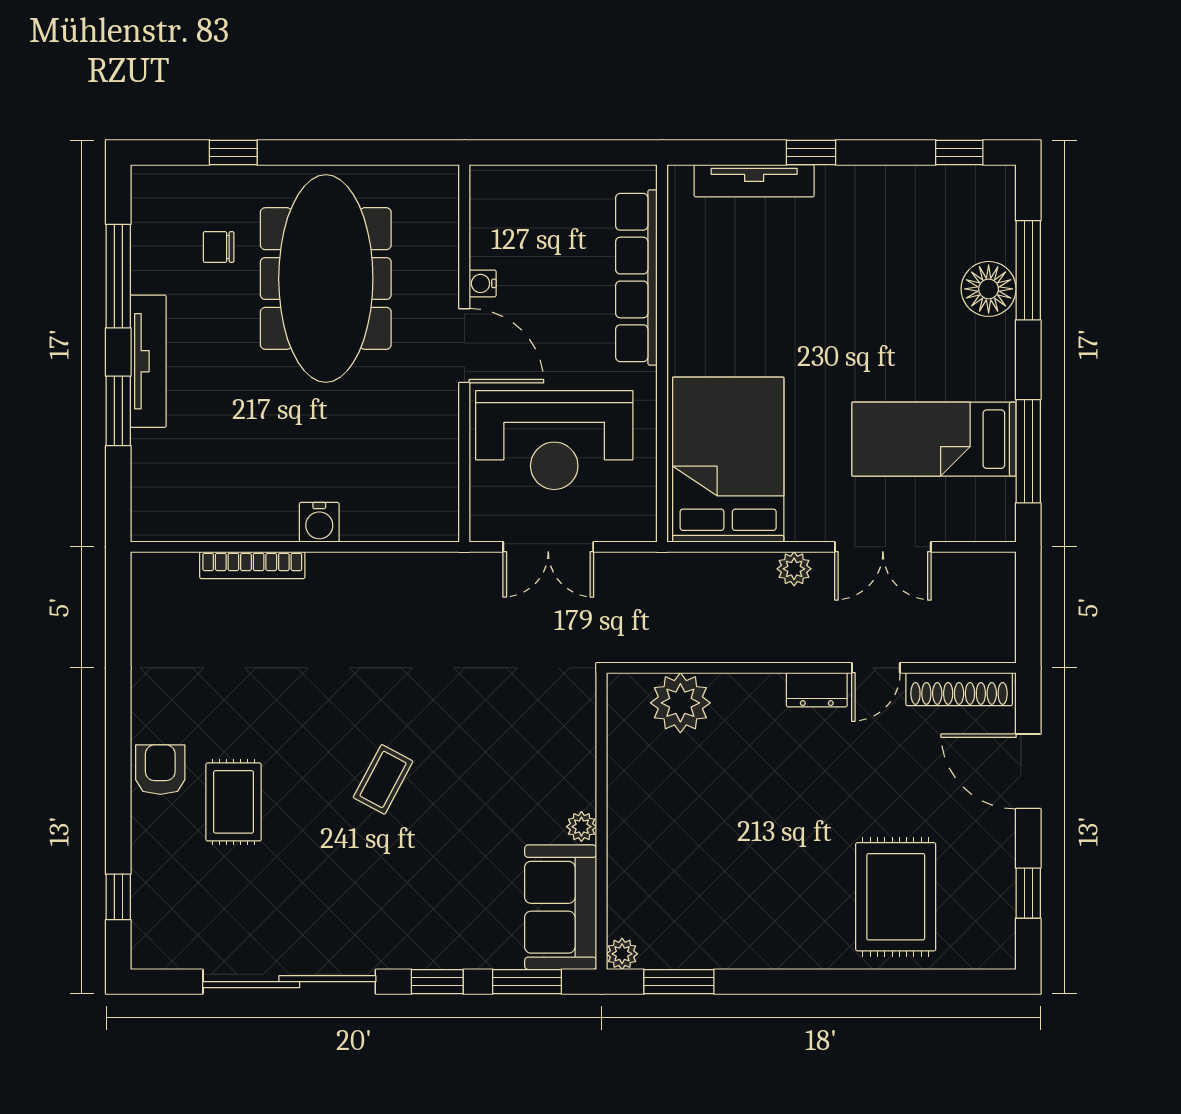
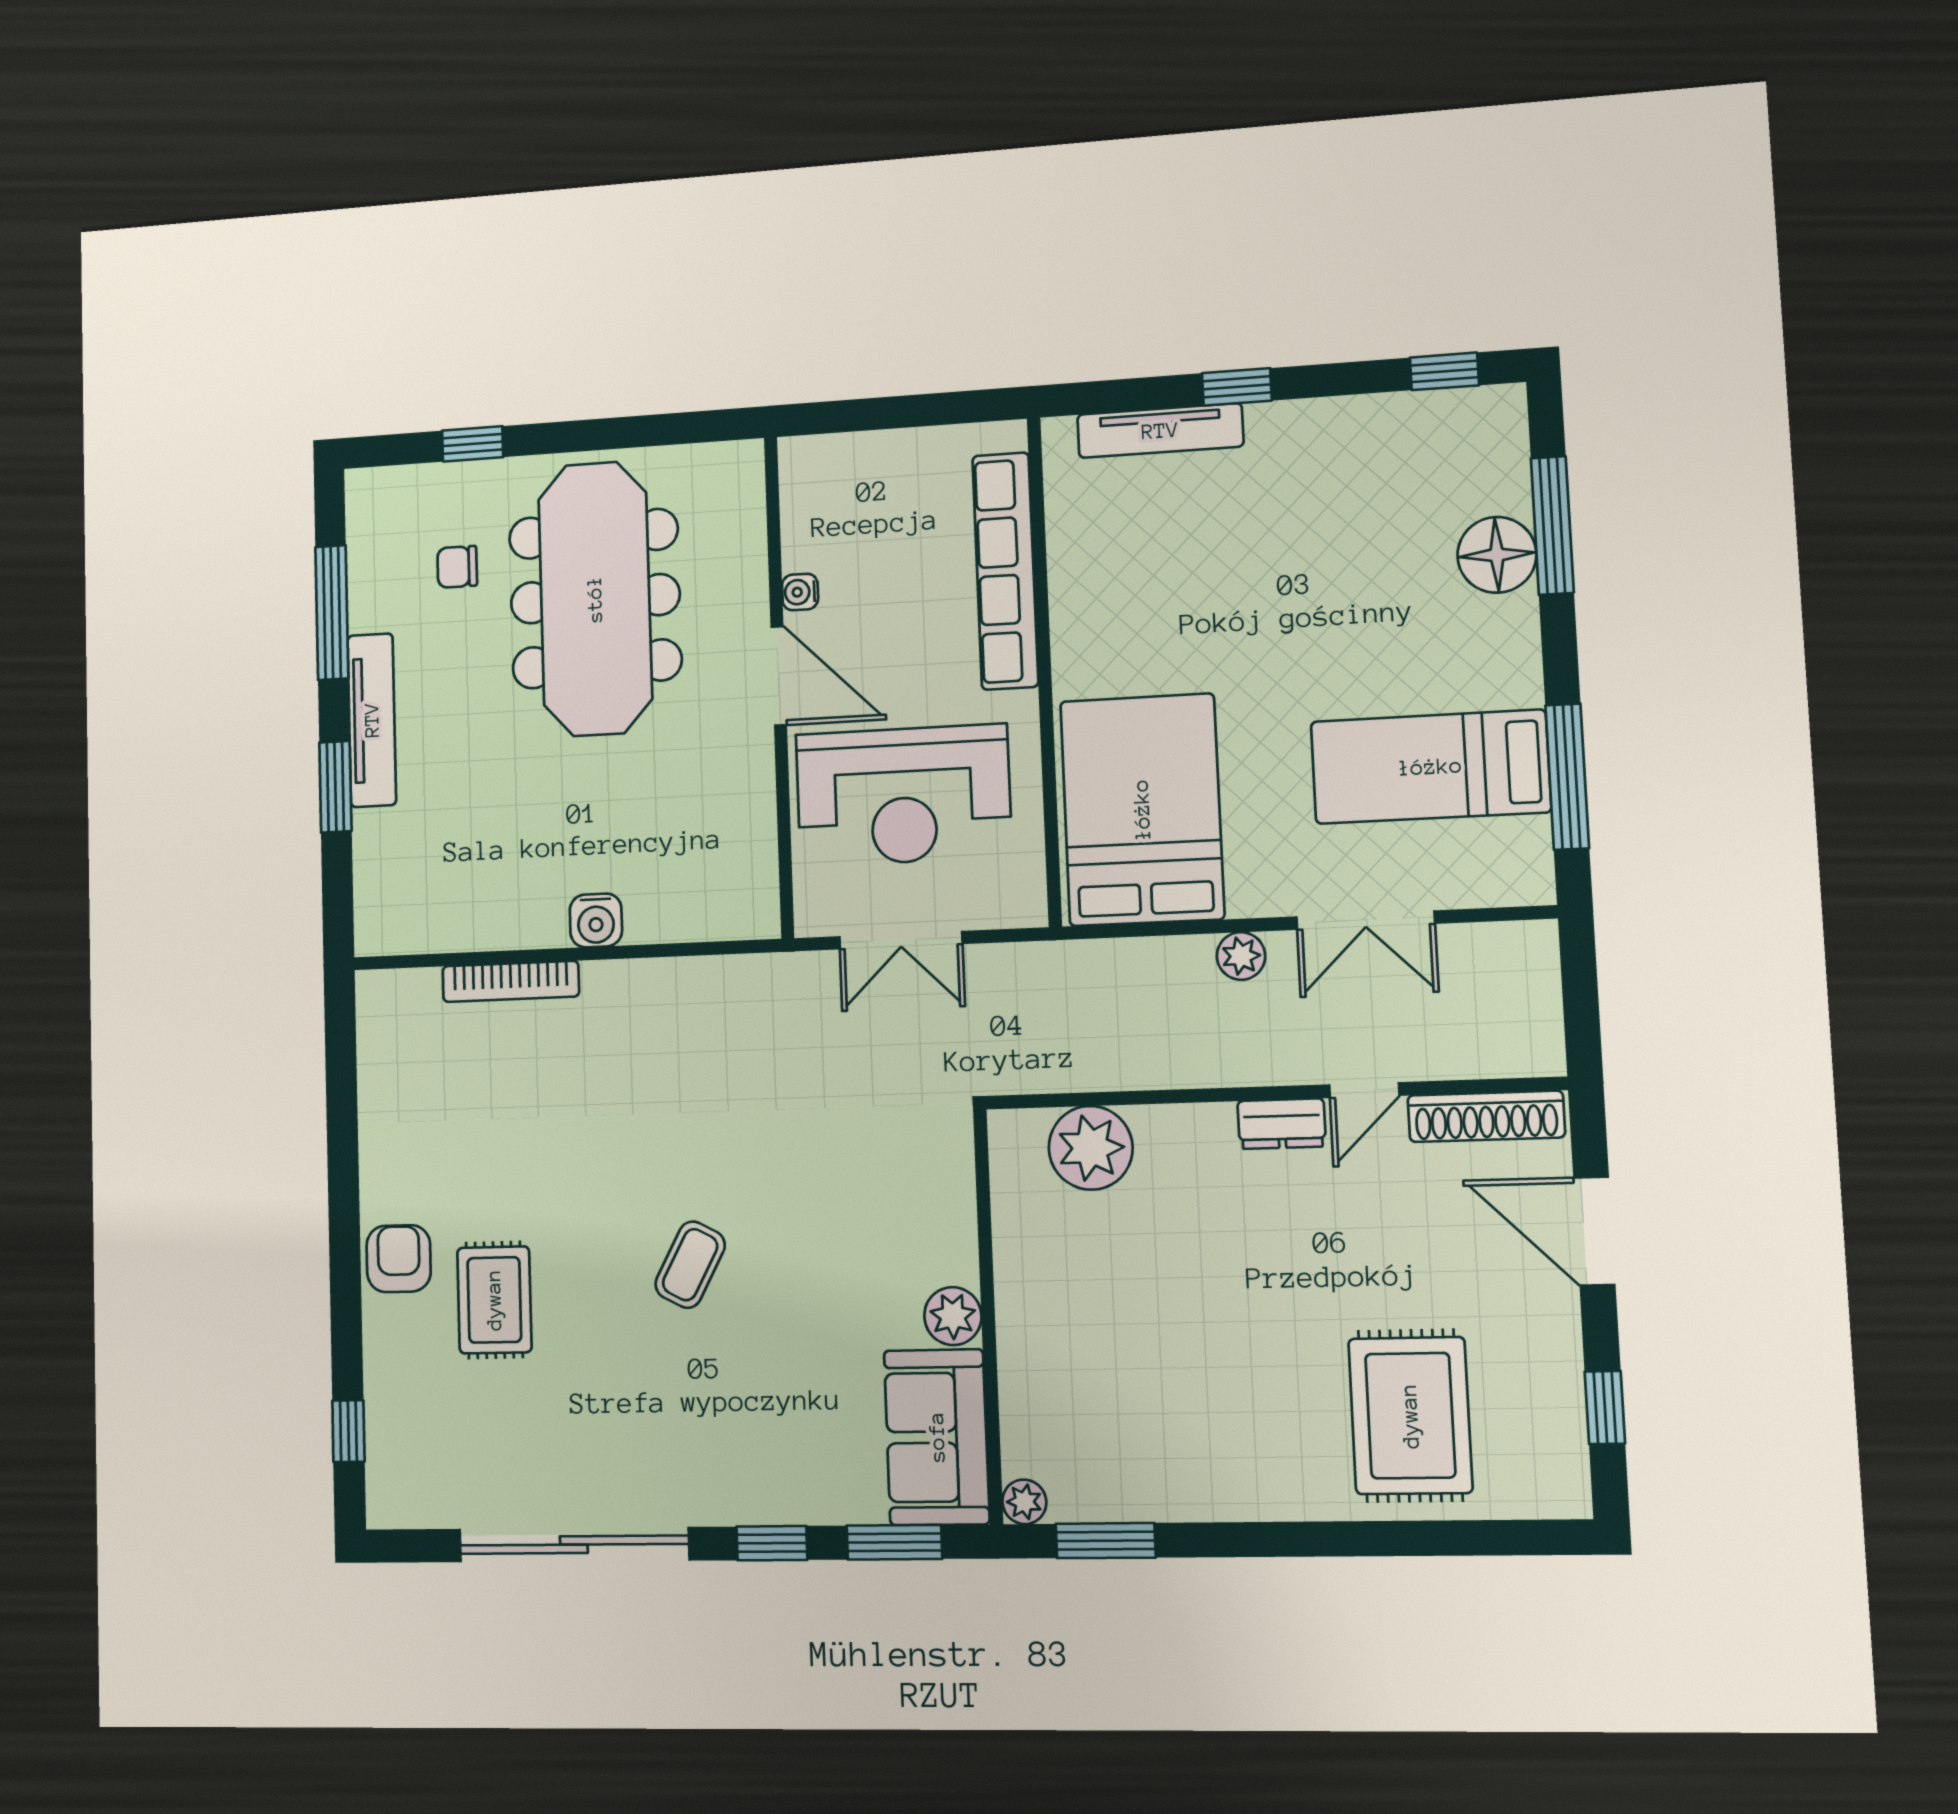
plant: (581, 827) -> (953, 1316), width x1.38, depth x1.38

